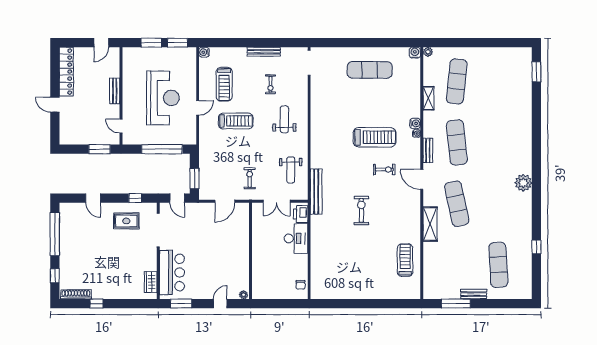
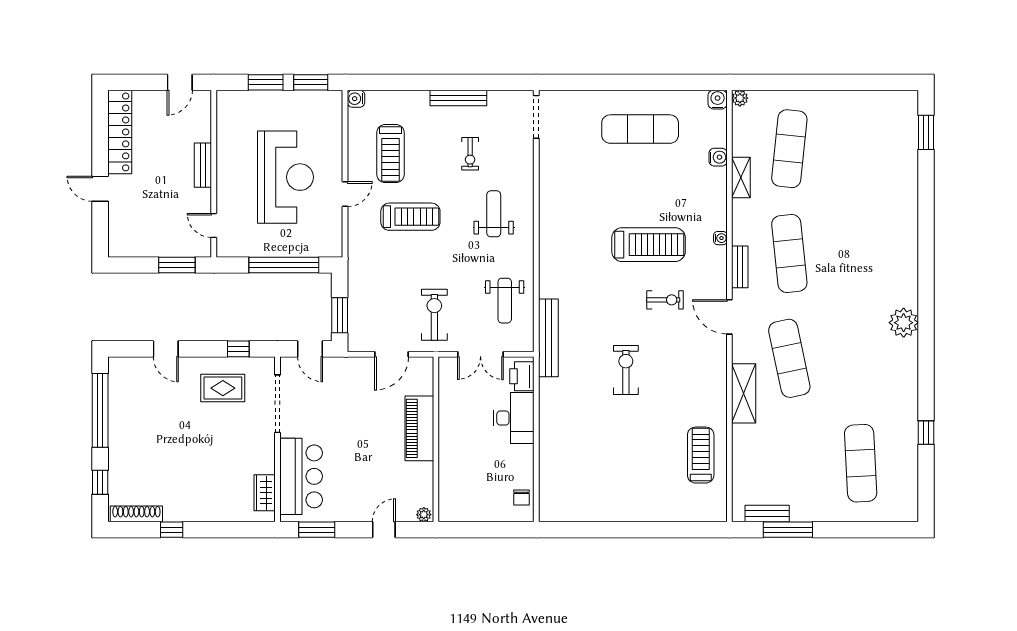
water cooler: (415, 123) -> (718, 157), moved
exercise bike: (250, 178) -> (434, 315), width x1.38, depth x1.39
piano: (241, 244) -> (419, 428), added
bench: (474, 294) -> (767, 513), moved

